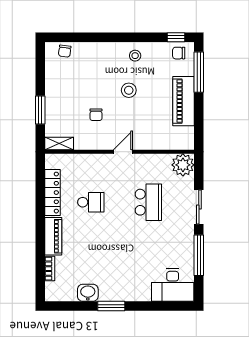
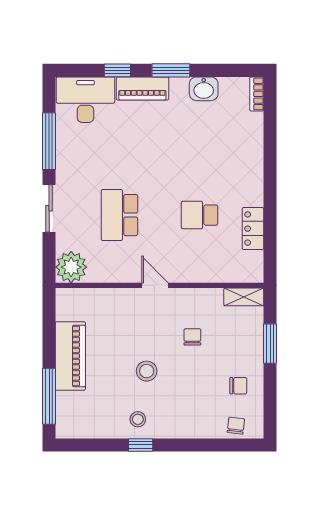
window: (176, 37) -> (141, 445), moved
chair: (179, 53) -> (238, 386), moved
door: (123, 152) -> (155, 285), swing flipped
locker: (52, 193) -> (253, 229), width x0.66
piano: (53, 236) -> (142, 88), moved, turned -90
bookcase: (50, 269) -> (257, 94), moved
window: (150, 306) -> (117, 70), added

